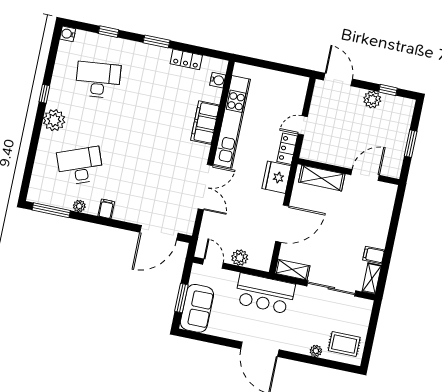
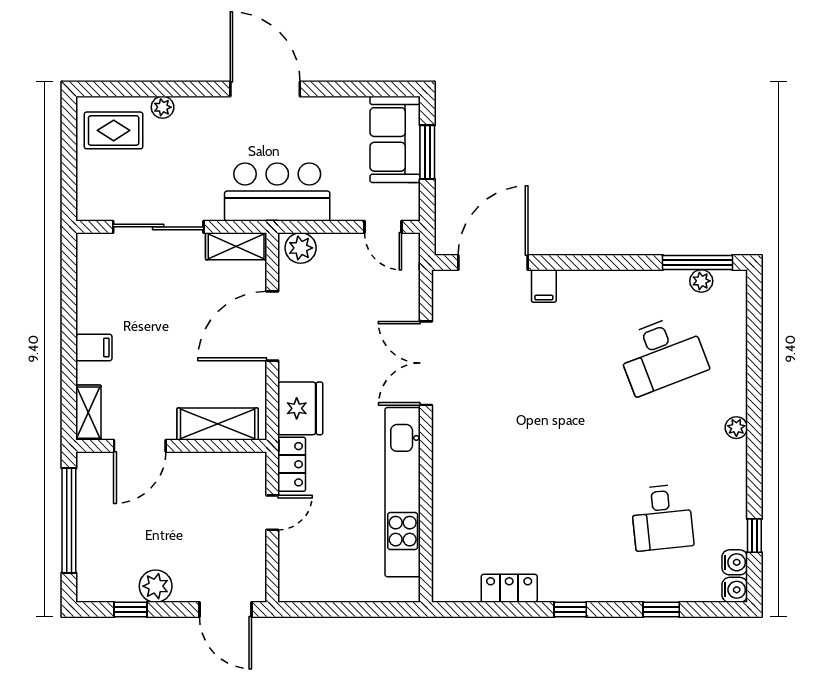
window: (156, 42) -> (570, 609), width x0.67
desk: (98, 80) -> (662, 518), width x0.73
water cooler: (218, 80) -> (735, 562), moved, turned 180
window: (44, 94) -> (754, 536), moved
plant: (54, 120) -> (736, 428), width x0.53, depth x0.53
filing cabinet: (205, 123) -> (451, 480), removed
window: (411, 144) -> (69, 520), width x2.11
plant: (79, 206) -> (701, 281), moved
filing cabinet: (106, 209) -> (544, 286), moved
filing cabinet: (374, 255) -> (94, 348), moved
plant: (240, 258) -> (301, 248), moved
shelving: (372, 278) -> (88, 413), moved

